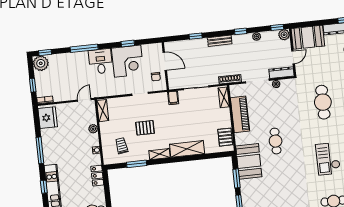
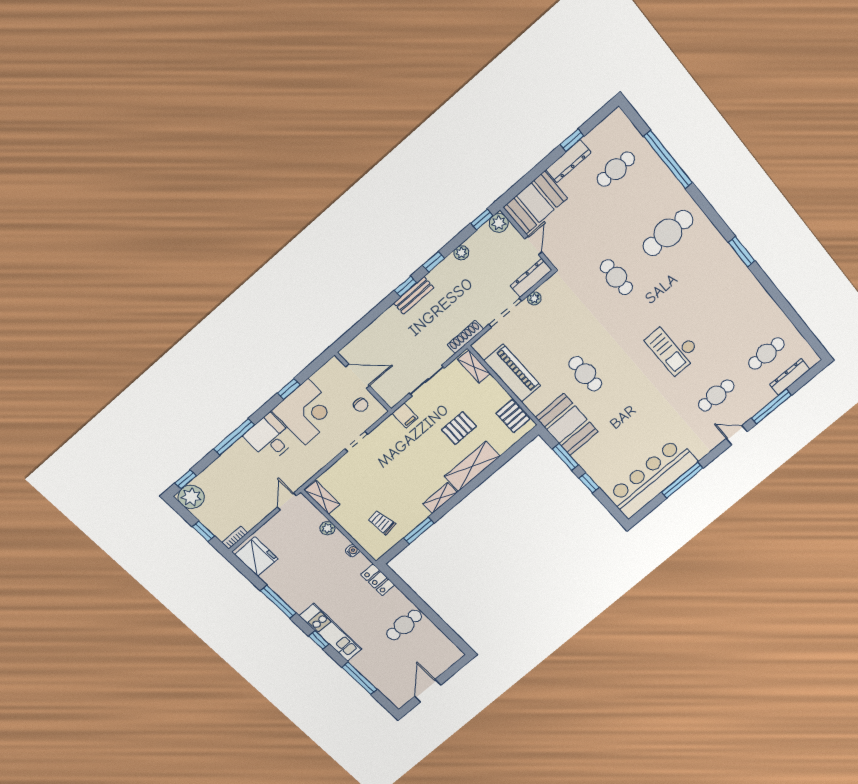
window: (196, 36) -> (405, 286), moved
cafe table: (323, 102) -> (616, 277), width x0.73, depth x0.74
pallet: (145, 128) -> (459, 428), moved

